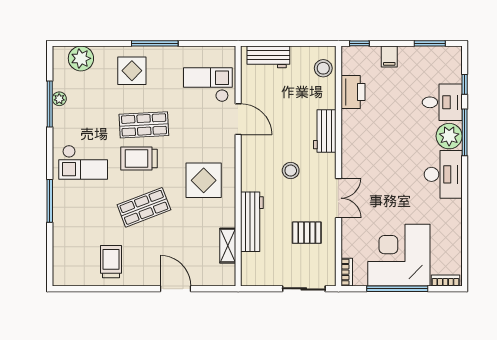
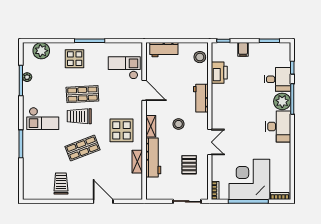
shelving: (248, 174) -> (151, 126), added
pallet: (307, 233) -> (189, 165), turned 90
shelving: (228, 246) -> (137, 162), moved

